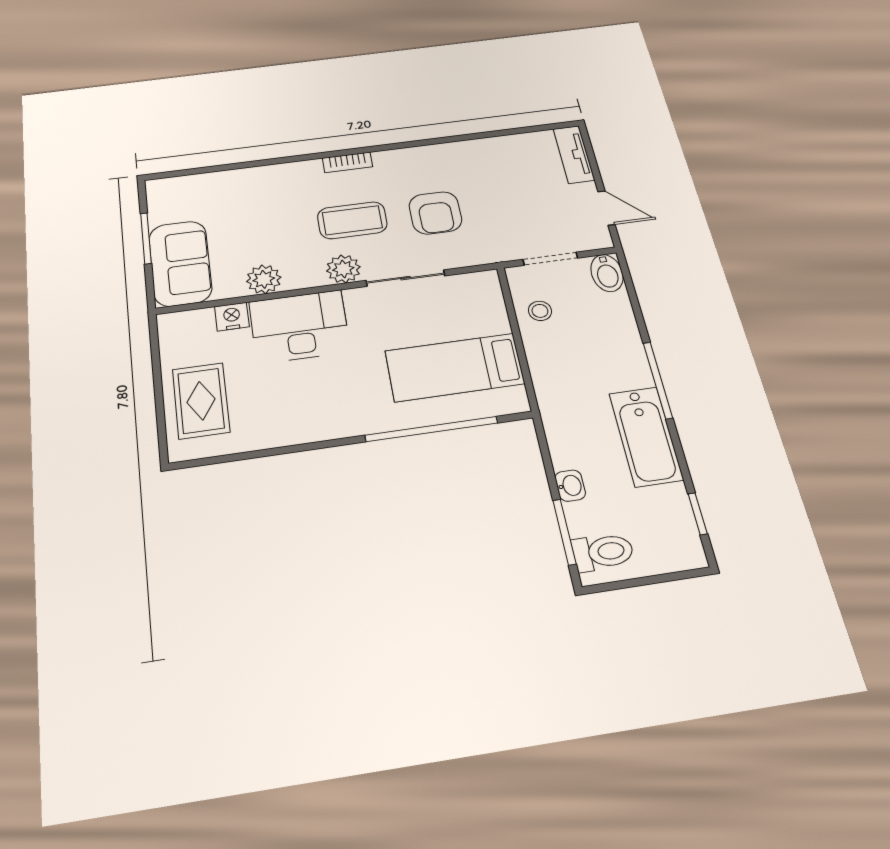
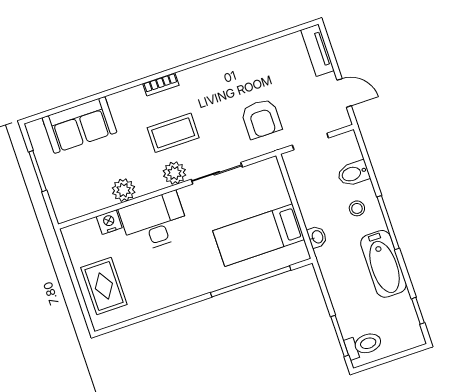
armchair: (435, 213) -> (261, 119), moved
sofa: (180, 263) -> (80, 125), moved, turned 90
bidet: (607, 273) -> (353, 173), moved, turned 90
stool: (540, 311) -> (357, 208), moved
washbasin: (570, 486) -> (317, 237), moved

